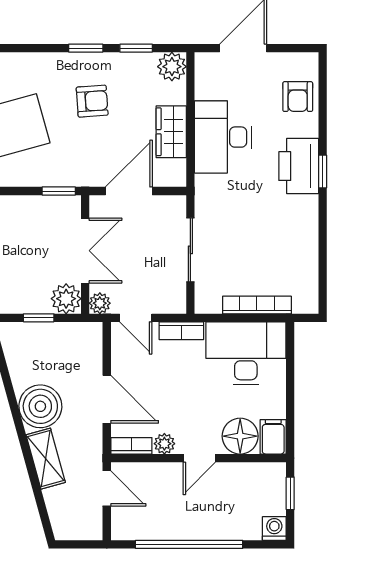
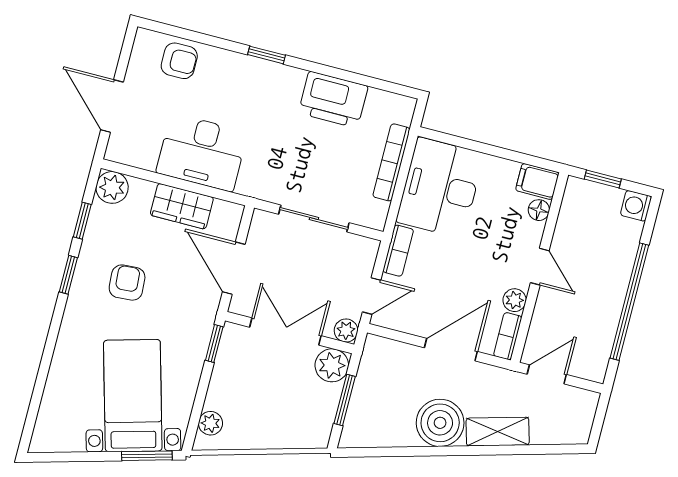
printer: (299, 166) -> (333, 100), moved
window: (39, 318) -> (345, 400), width x1.50
floor lamp: (240, 436) -> (539, 210), width x0.53, depth x0.53

